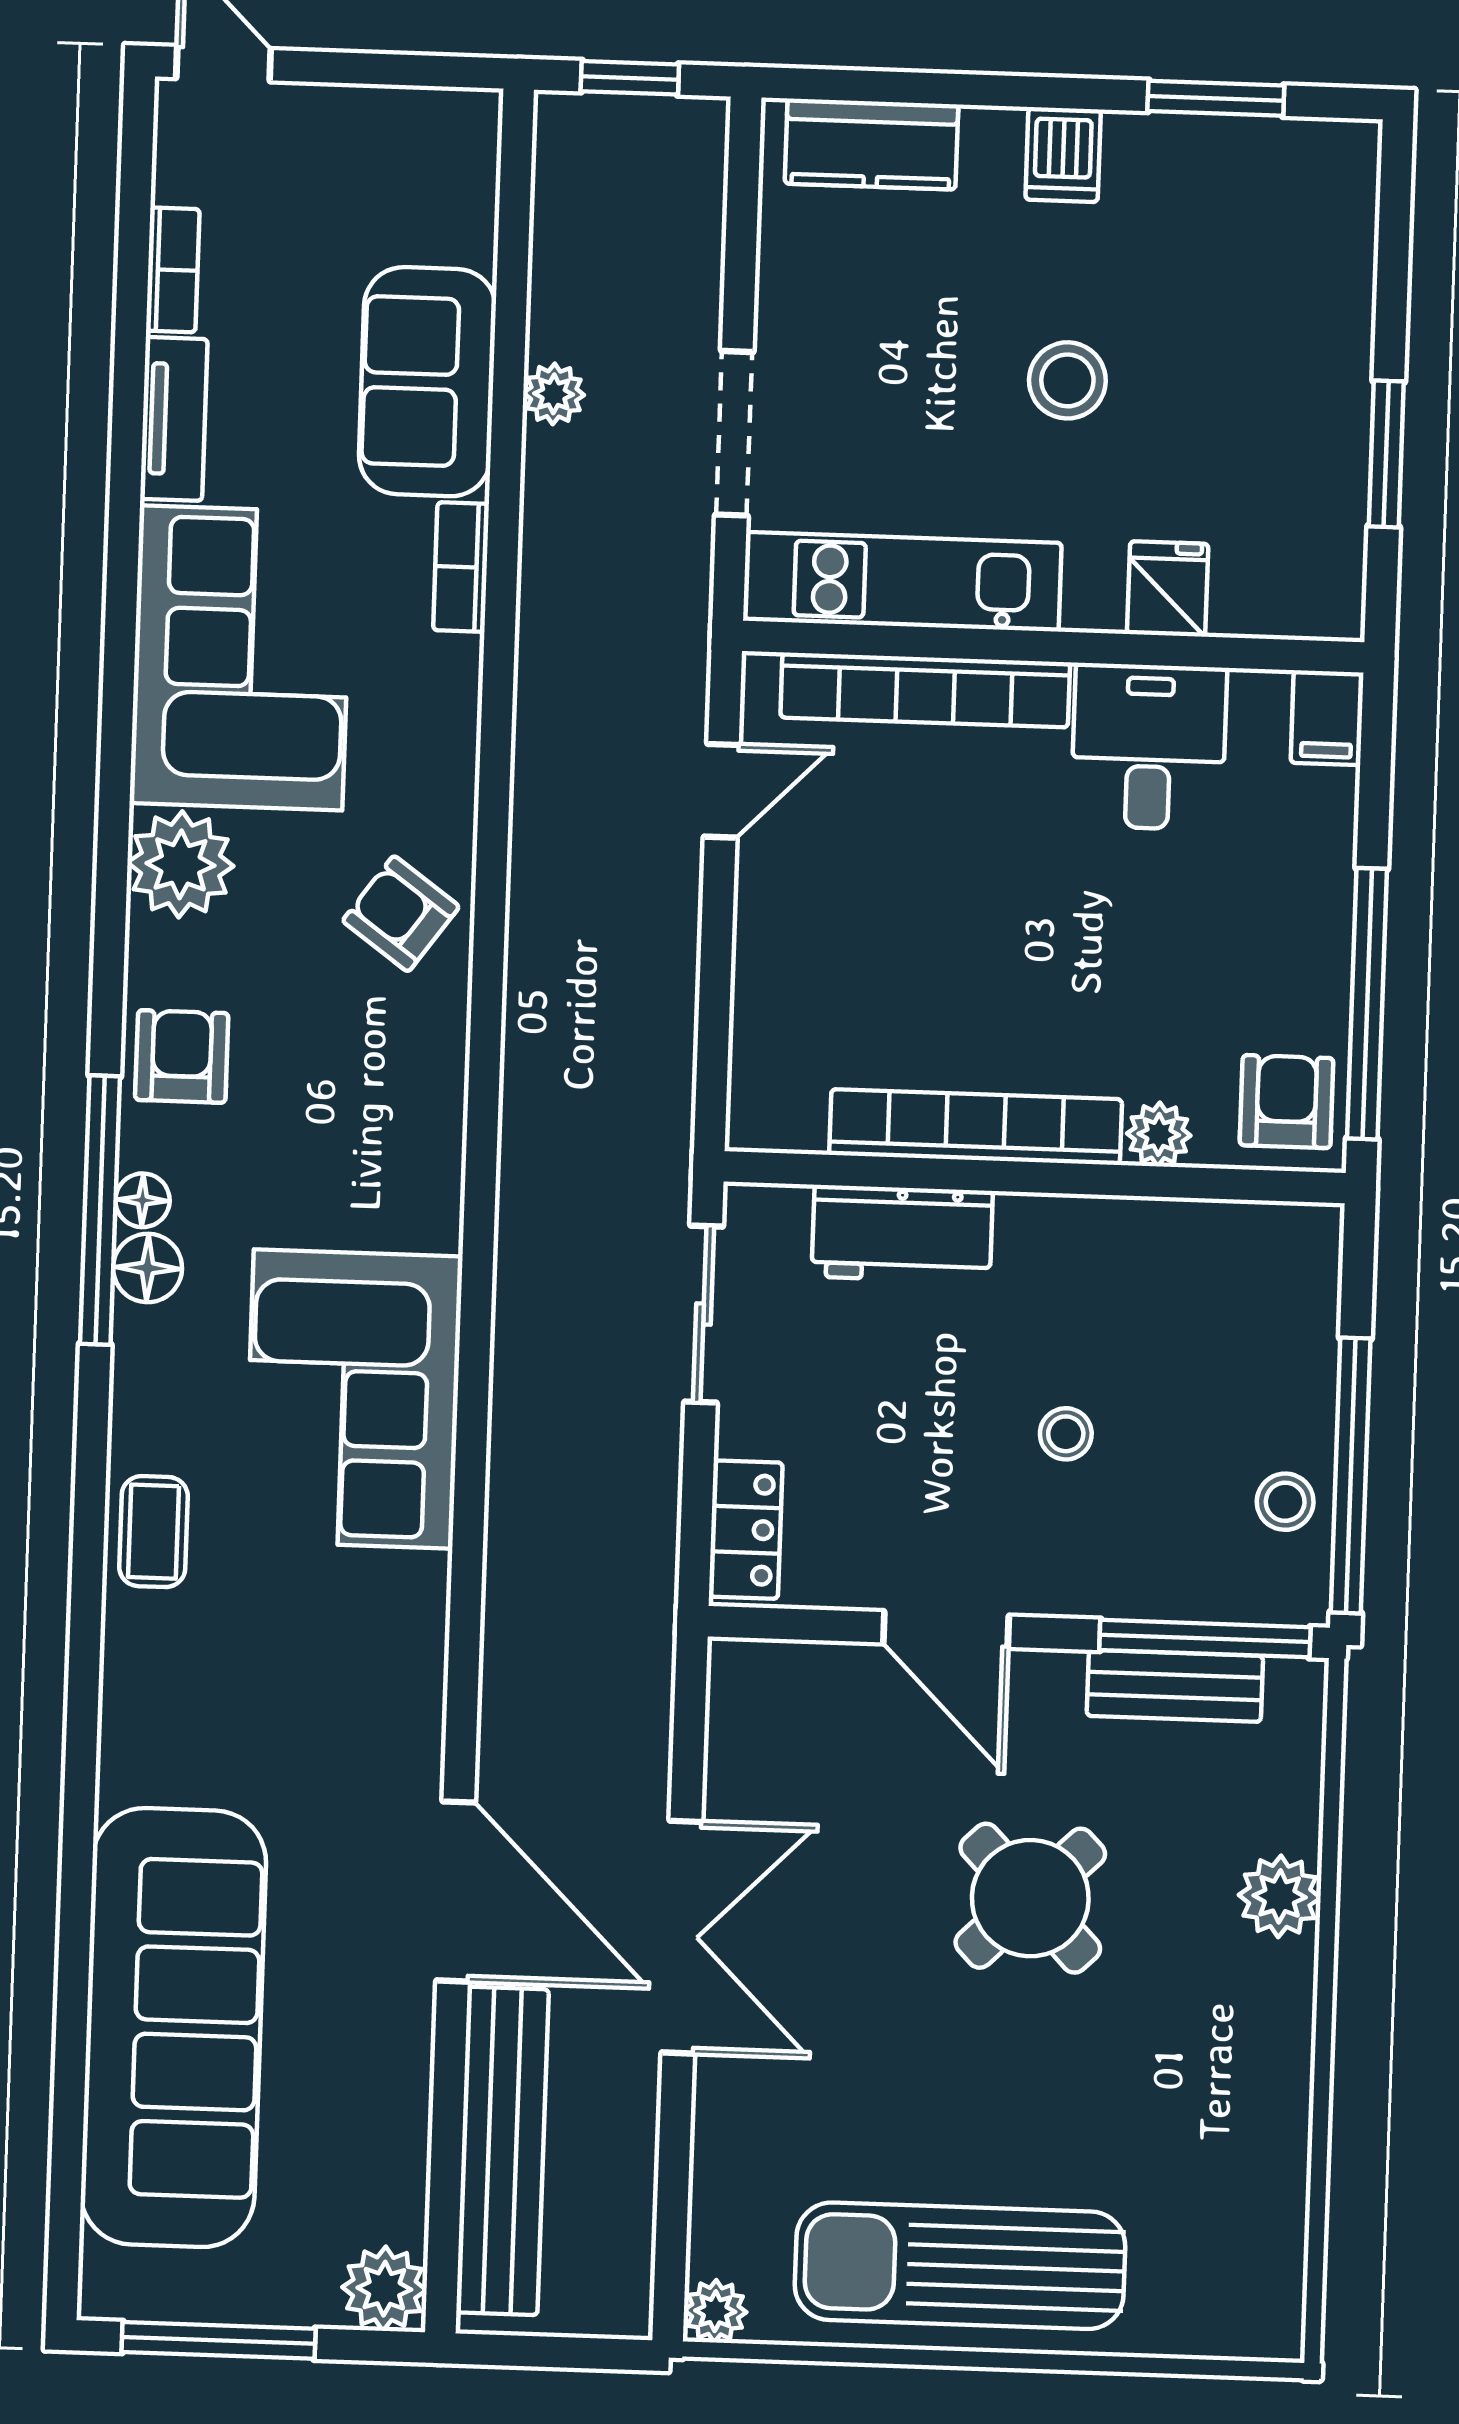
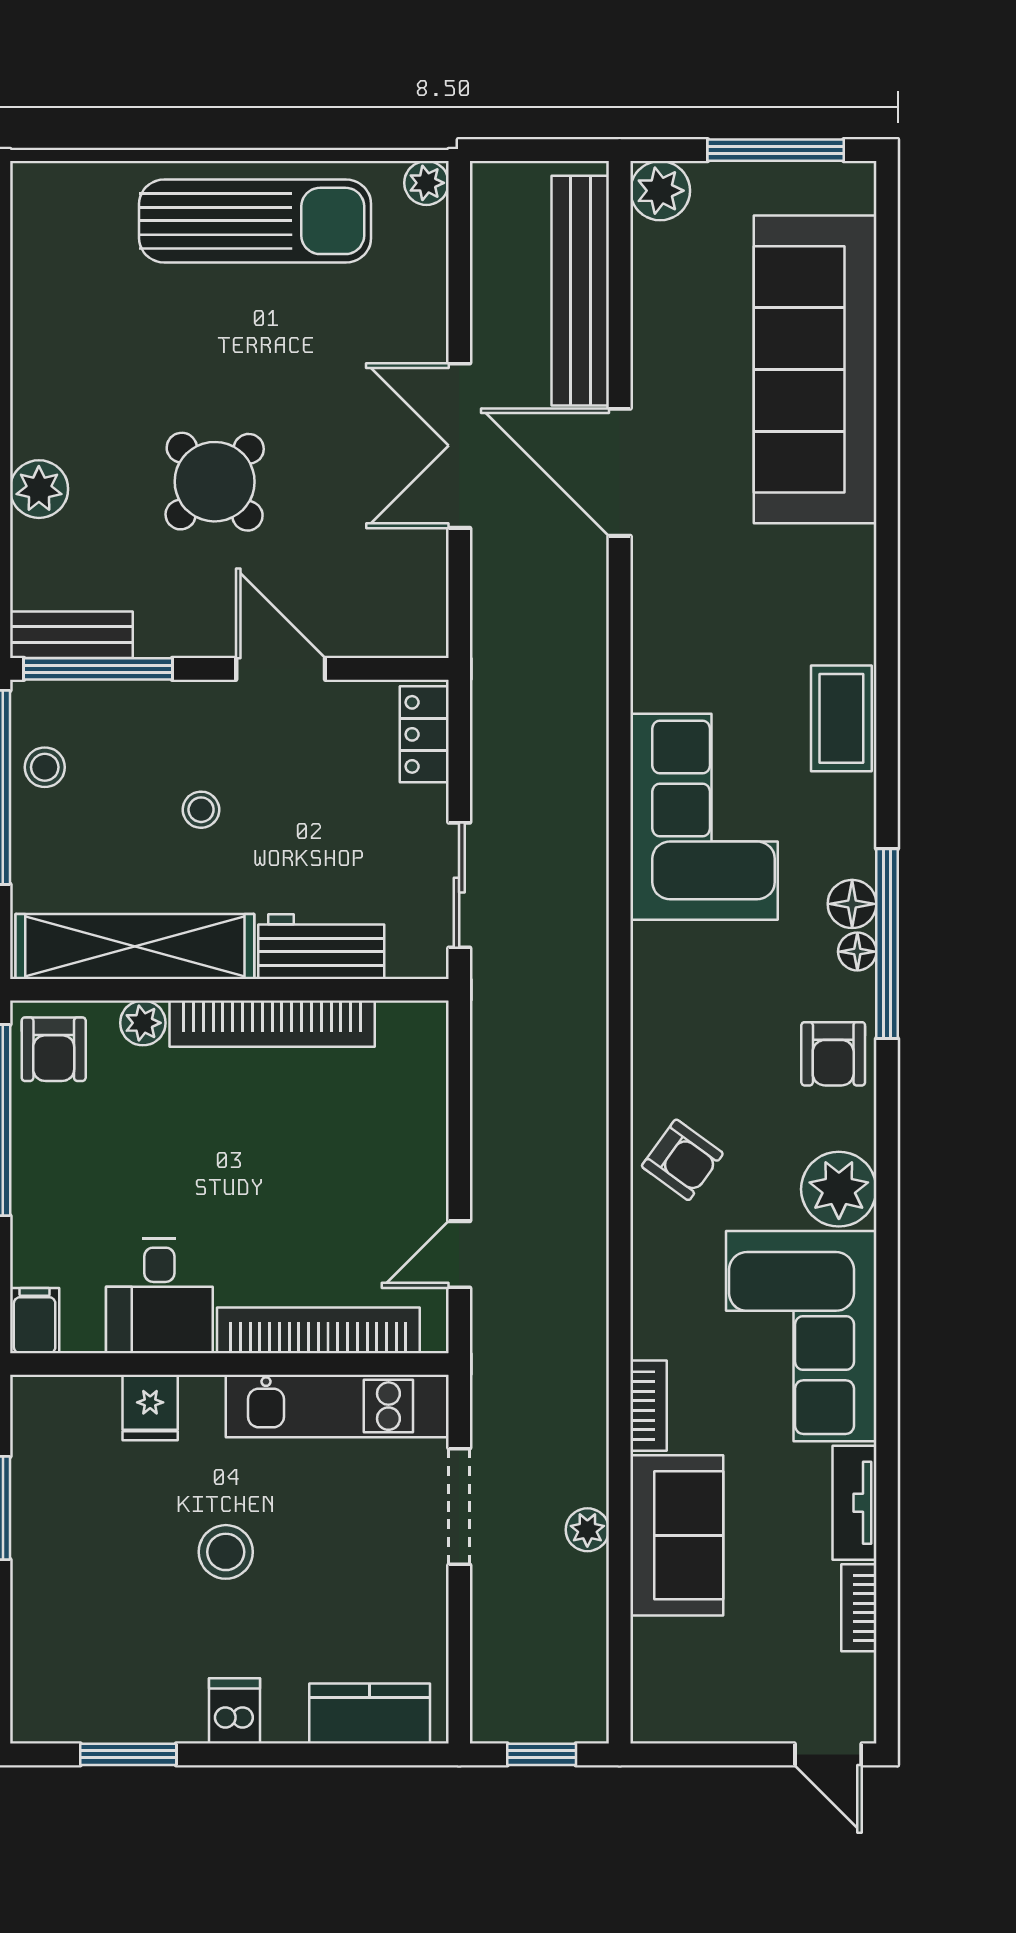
shelving: (1166, 1243) -> (135, 946), added
coffee table: (154, 1532) -> (841, 718), width x1.36, depth x1.30
bench: (1175, 1686) -> (71, 635), moved

